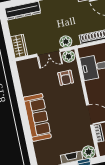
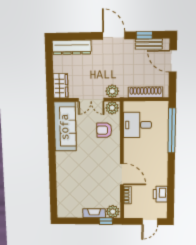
armchair: (66, 78) -> (104, 130), turned 90
sofa: (37, 117) -> (65, 127), moved

